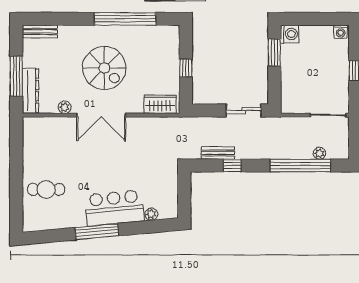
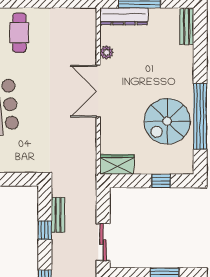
spiral stairs: (104, 68) -> (167, 121), moved
window: (186, 68) -> (161, 181), moved
wardrobe: (160, 104) -> (117, 165), moved, turned -90

